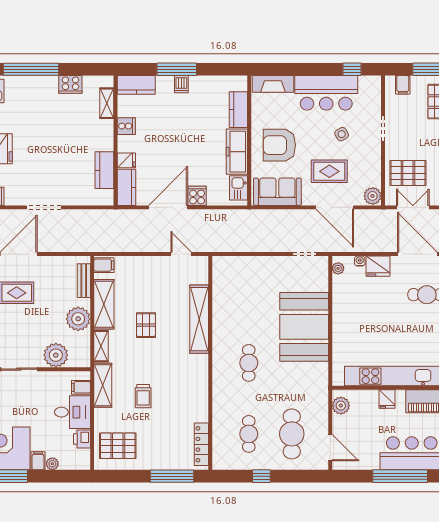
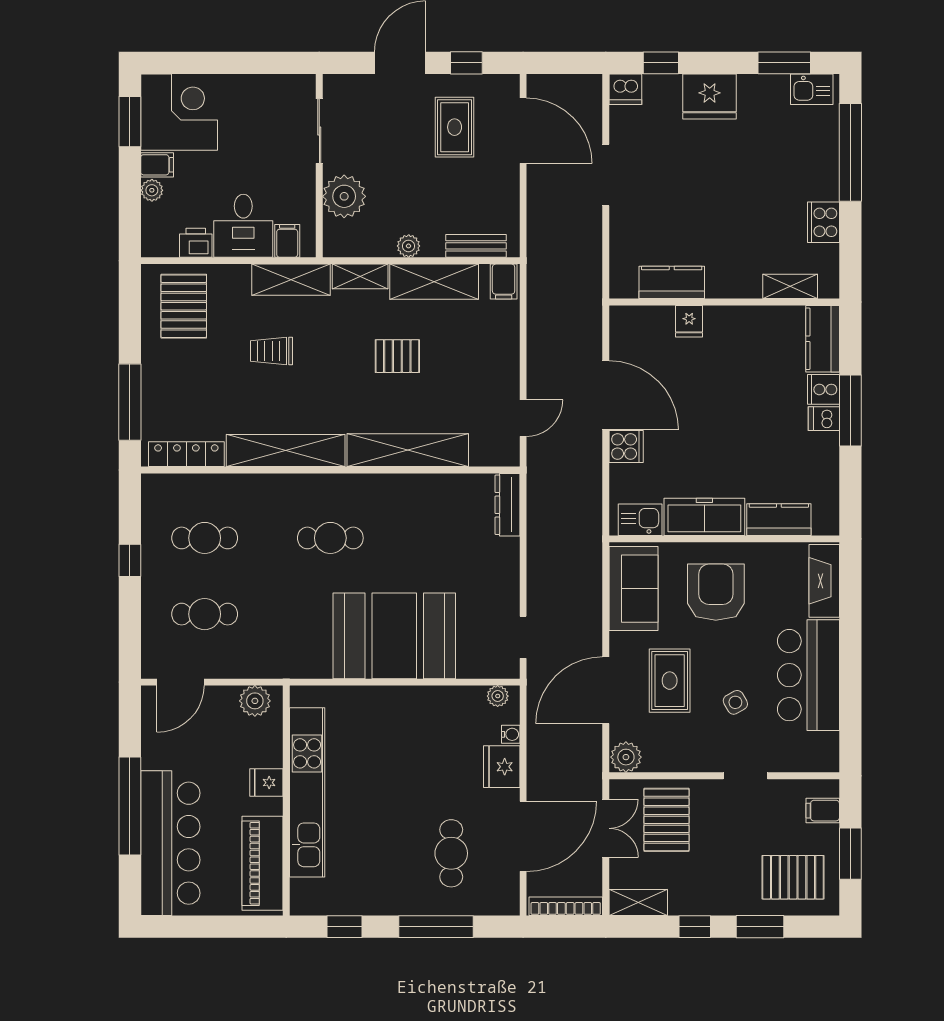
window: (352, 69) -> (850, 721), removed
cooker: (126, 126) -> (823, 389), moved, turned 90
kitchen counter: (126, 187) -> (641, 321), removed
dresser: (230, 263) -> (507, 505), added
plant: (78, 319) -> (409, 246), width x0.53, depth x0.53
shelving: (199, 388) -> (286, 451), added
cafe table: (292, 434) -> (205, 614), width x0.73, depth x0.74

